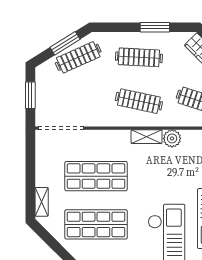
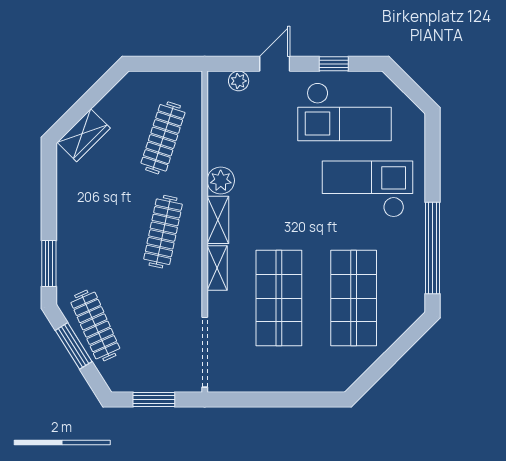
window: (155, 27) -> (49, 263), moved
clothes rail: (139, 57) -> (95, 232), removed
shelving: (42, 202) -> (217, 268), moved, turned 90

